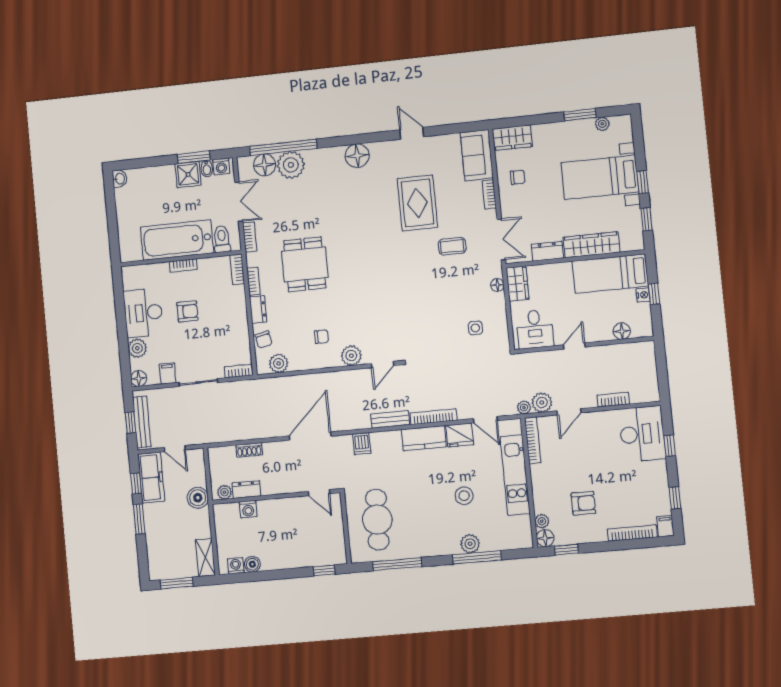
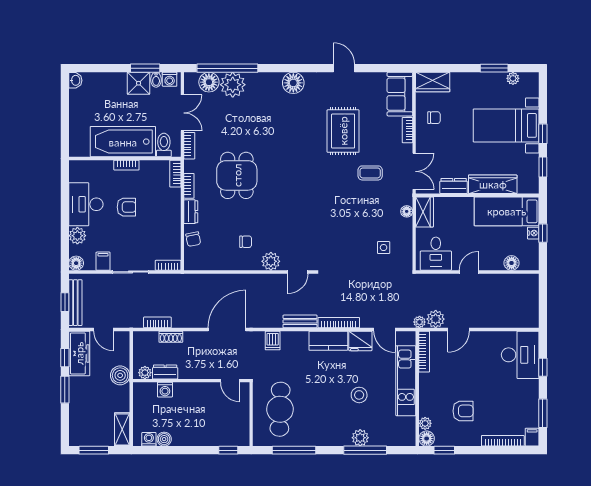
plant: (279, 363) -> (205, 262), removed
bookcase: (613, 400) -> (157, 322), moved
window: (675, 498) -> (543, 413), width x1.50

